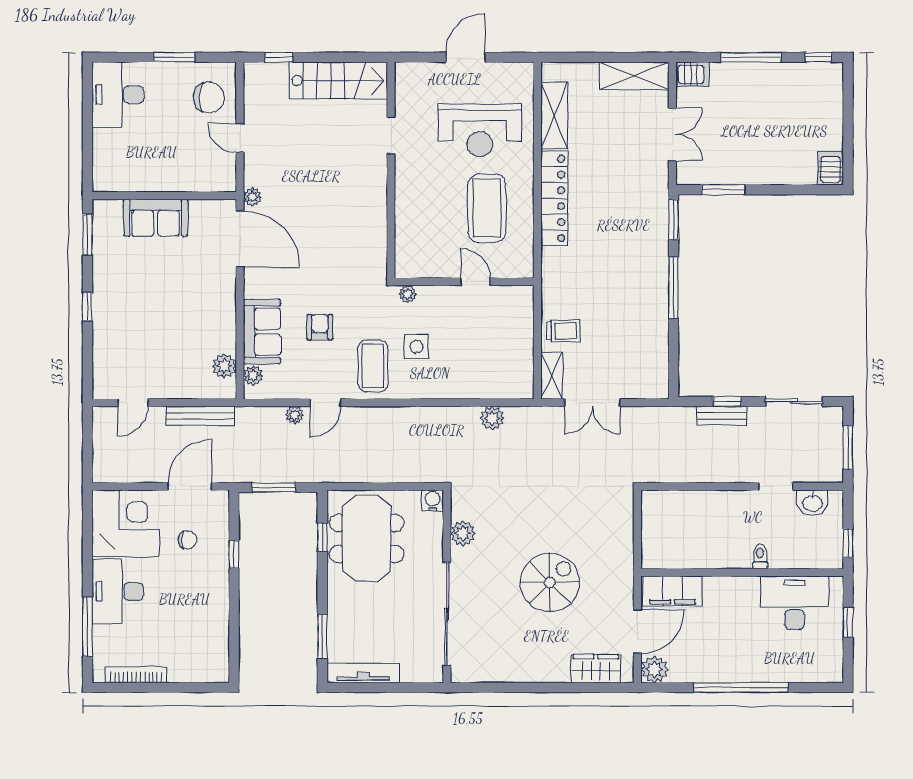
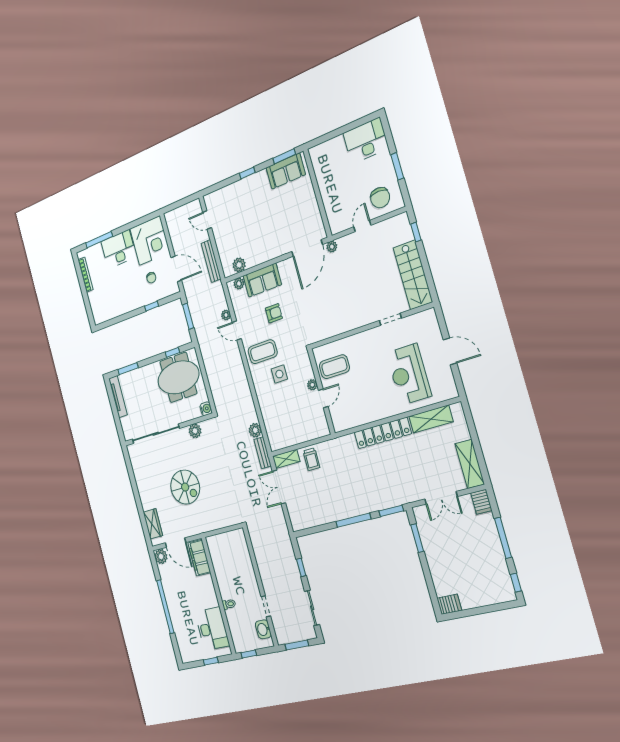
coffee table: (487, 208) -> (334, 367), moved, width x0.73, depth x0.76
sofa: (156, 218) -> (286, 171), moved, turned -90
plant: (408, 294) -> (312, 385), moved
bench: (722, 416) -> (263, 453), moved

